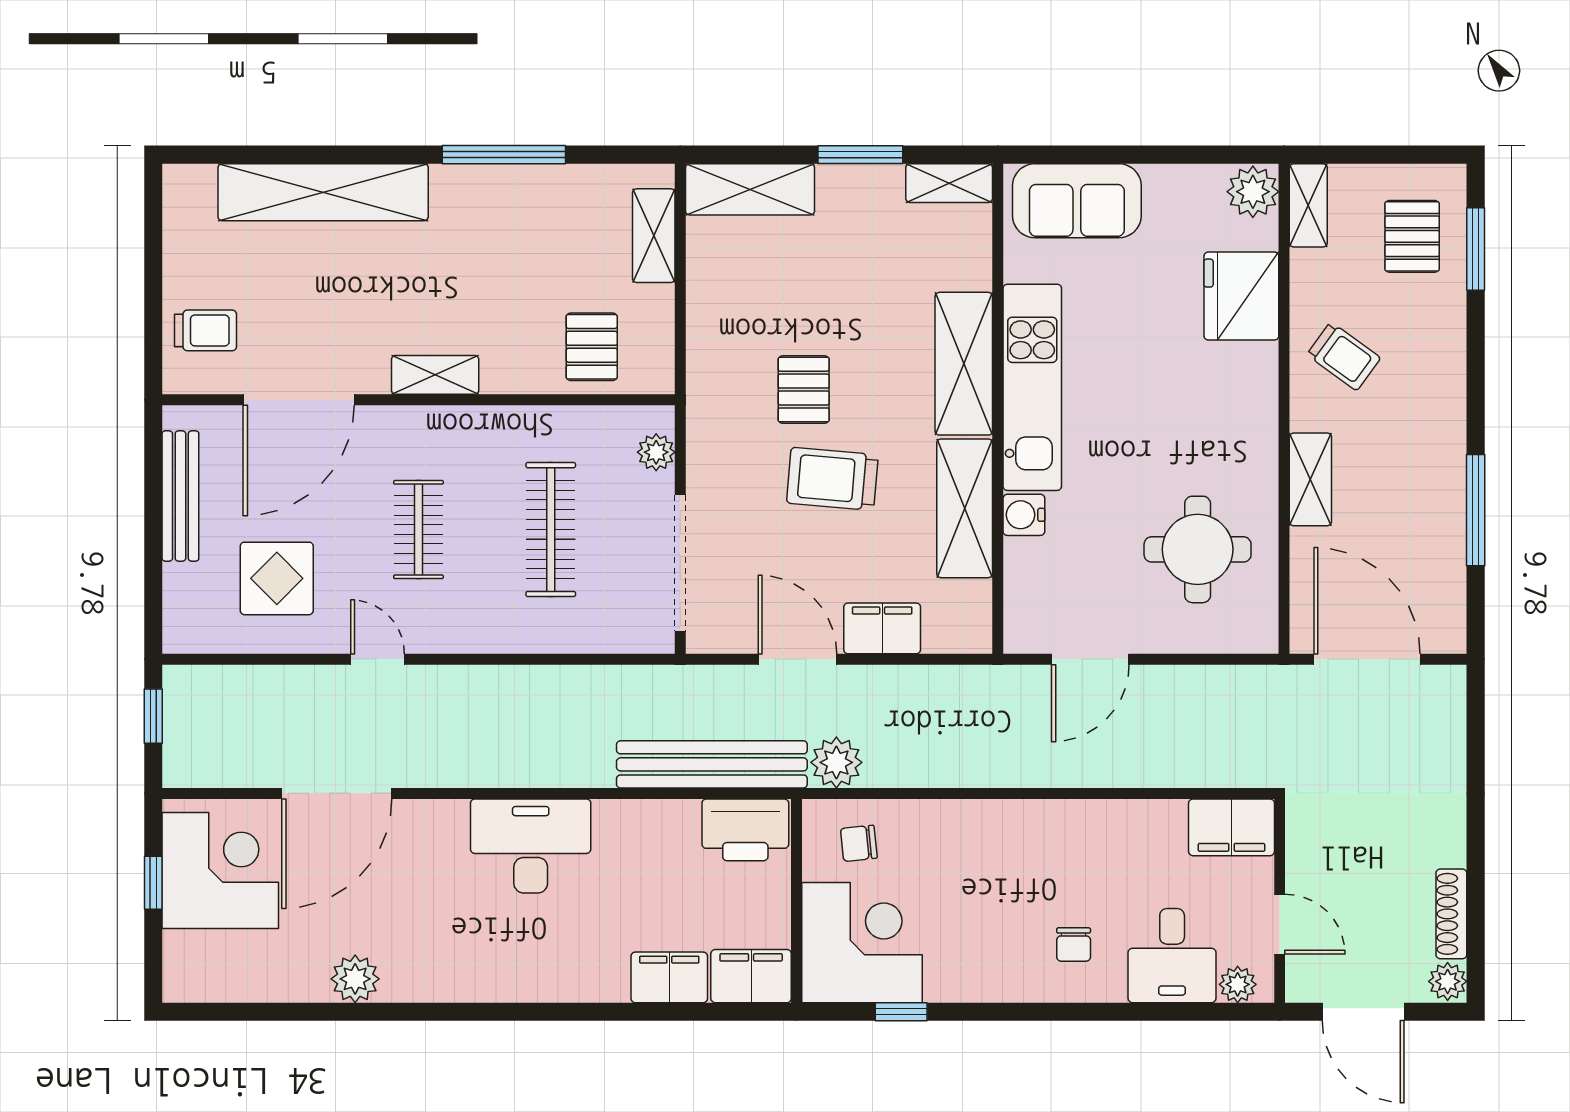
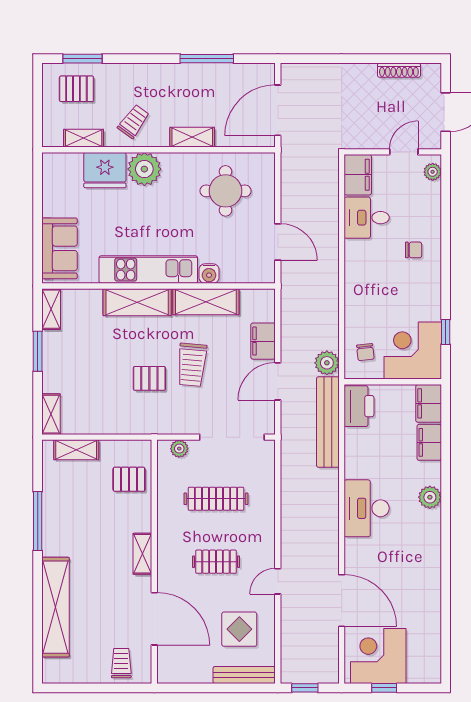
shelving: (750, 189) -> (51, 414), width x0.67, depth x0.75
plant: (1253, 192) -> (144, 169), moved, width x1.36, depth x1.36
shelving: (1308, 205) -> (84, 138), moved
bench: (180, 496) -> (244, 675), moved
desk: (1172, 956) -> (367, 218), moved, turned 180
plant: (355, 979) -> (430, 497), moved
plant: (1448, 981) -> (431, 72), removed

